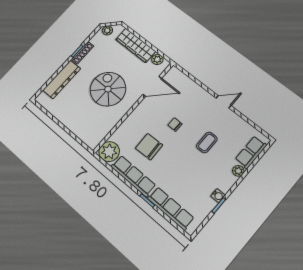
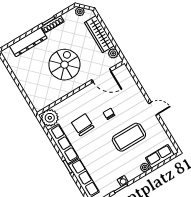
coffee table: (207, 143) -> (129, 137), width x1.86, depth x1.72

